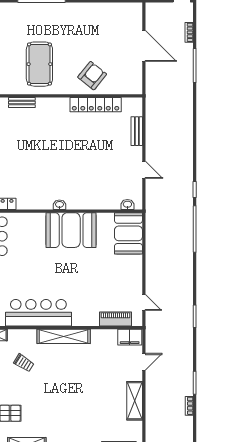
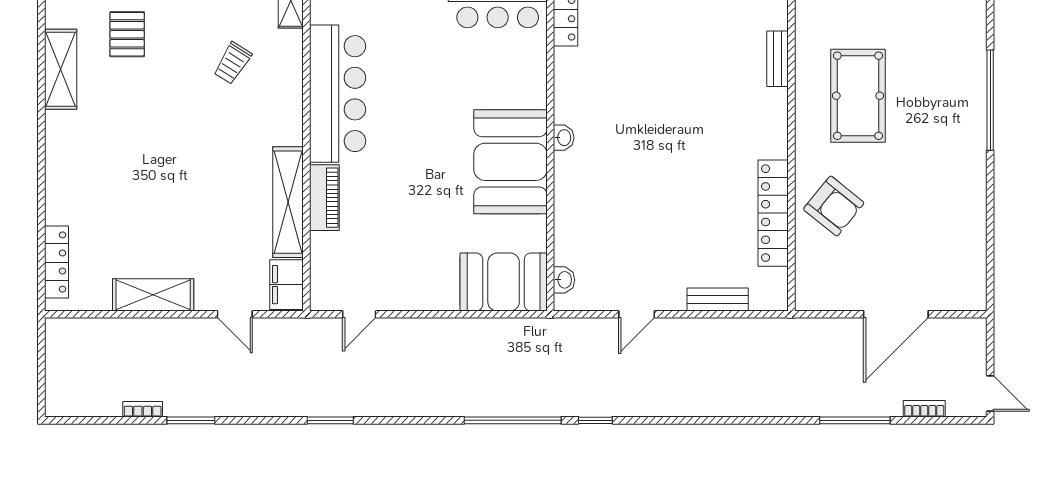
pool table: (39, 64) -> (858, 96), turned 90
piano: (116, 319) -> (324, 198), moved
shelving: (64, 336) -> (288, 202), moved

